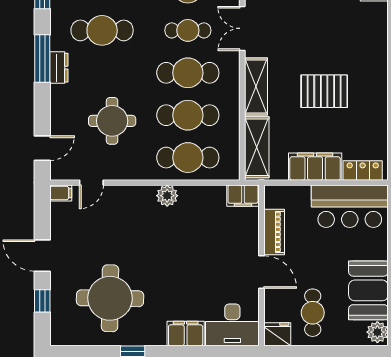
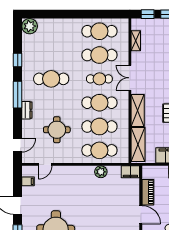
dresser: (59, 68) -> (27, 110), moved
filing cabinet: (61, 193) -> (28, 181), moved
plant: (167, 196) -> (101, 172), moved

